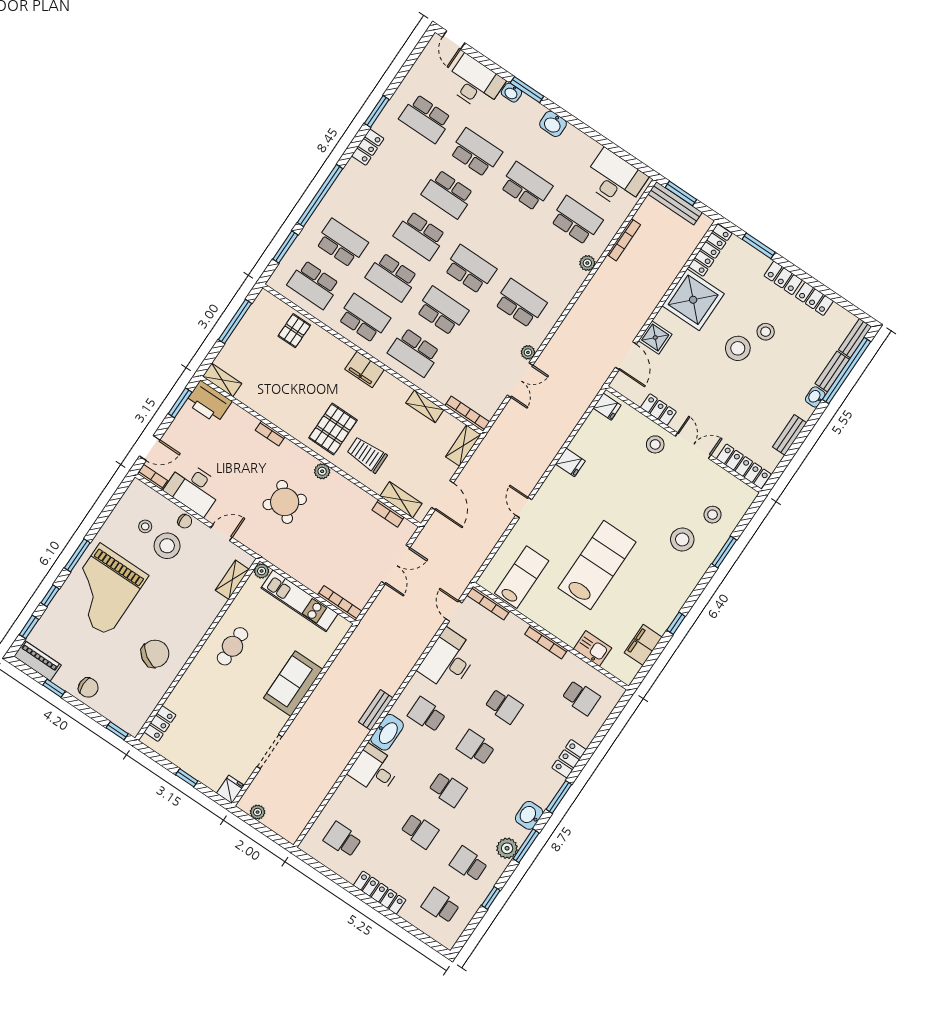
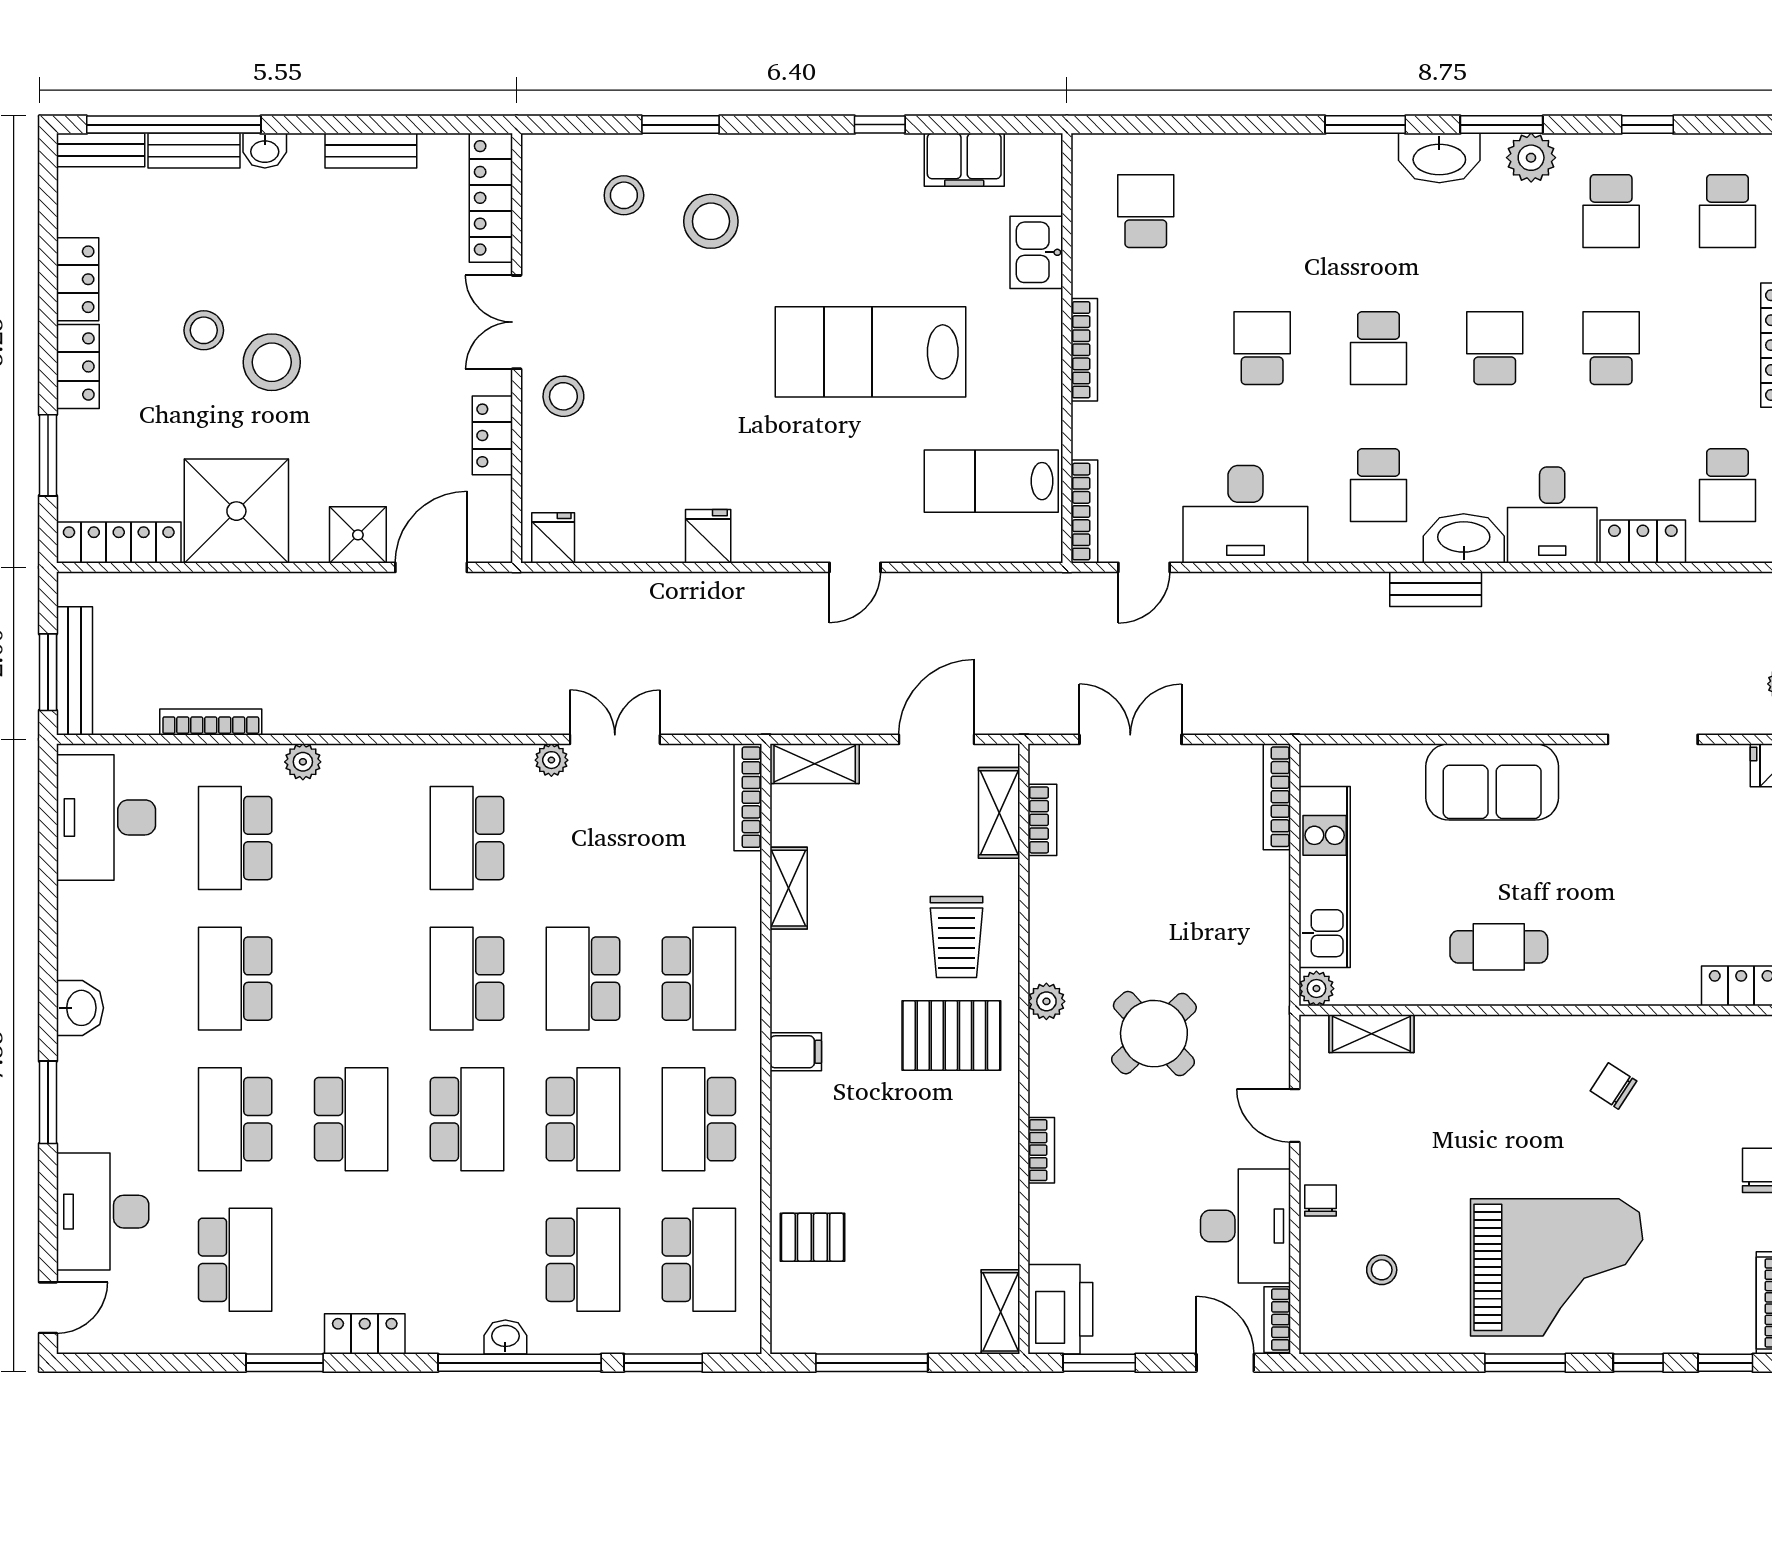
washbasin: (511, 93) -> (505, 1337), moved, turned -90
school desk: (342, 243) -> (583, 1260), turned 180
filing cabinet: (365, 369) -> (796, 1052), width x0.50
stool: (167, 546) -> (1390, 1203), removed
chair: (155, 654) -> (1613, 1086), width x0.54, depth x0.54
locker: (569, 759) -> (1643, 542), moved, turned 180
washbasin: (529, 815) -> (1439, 158), width x1.38

